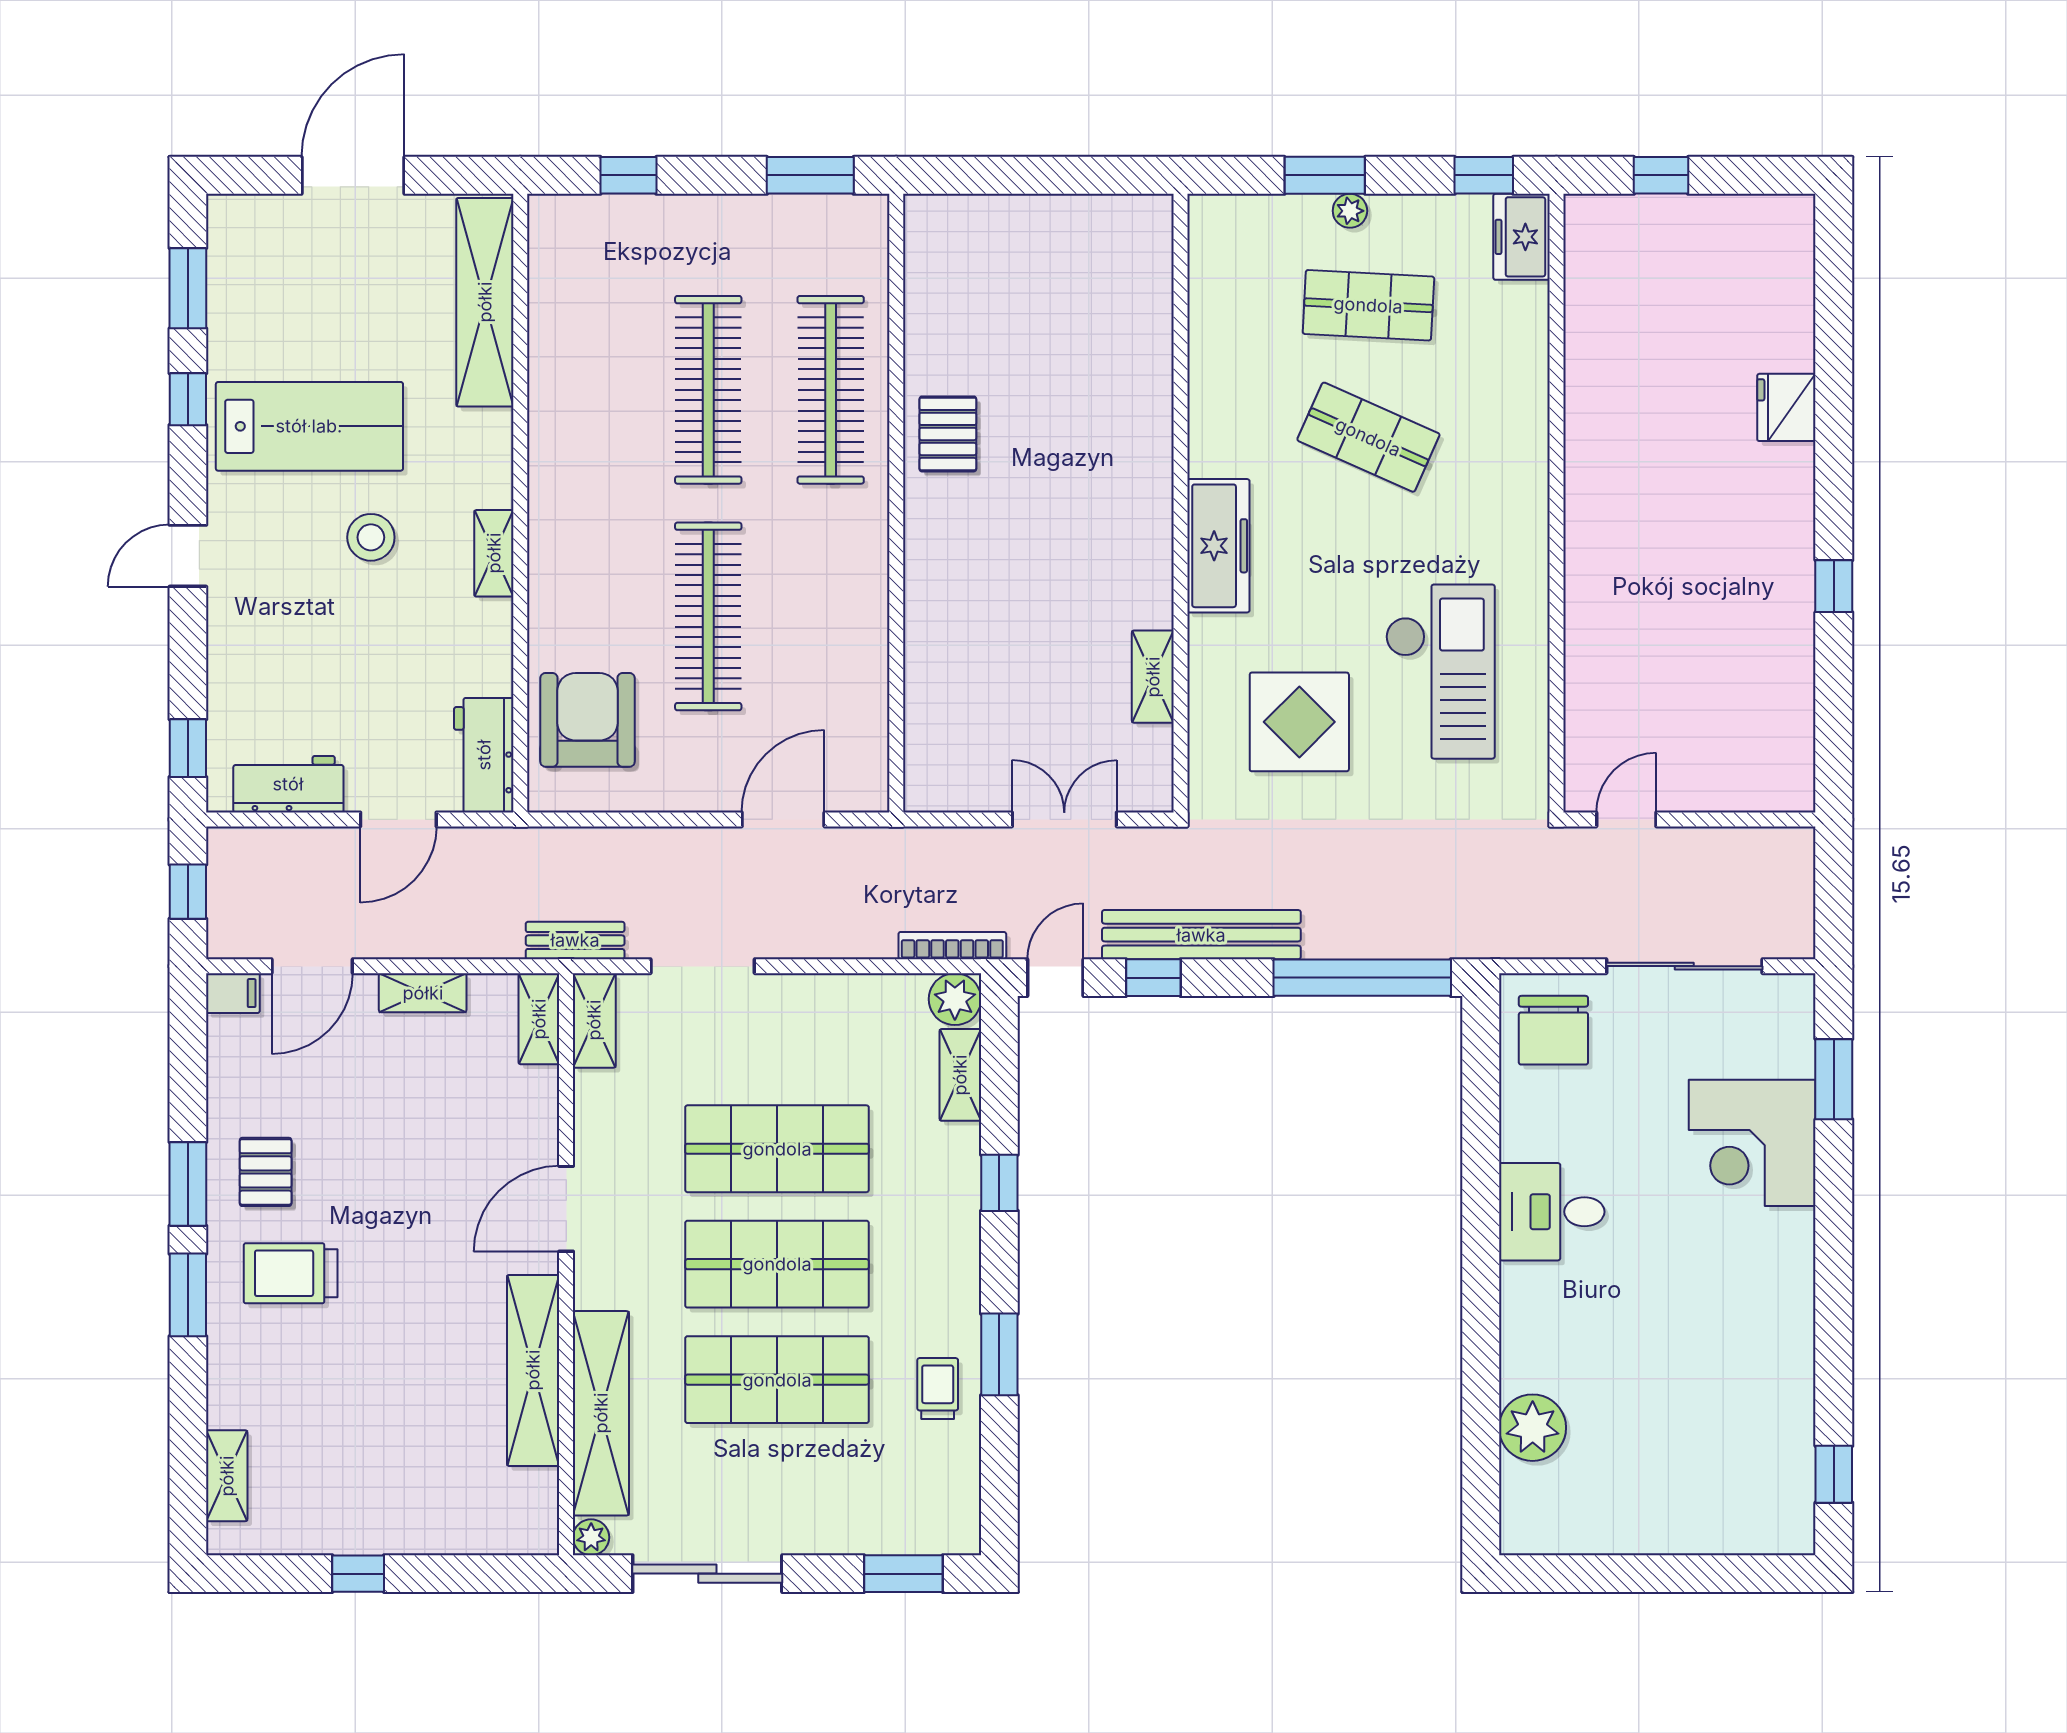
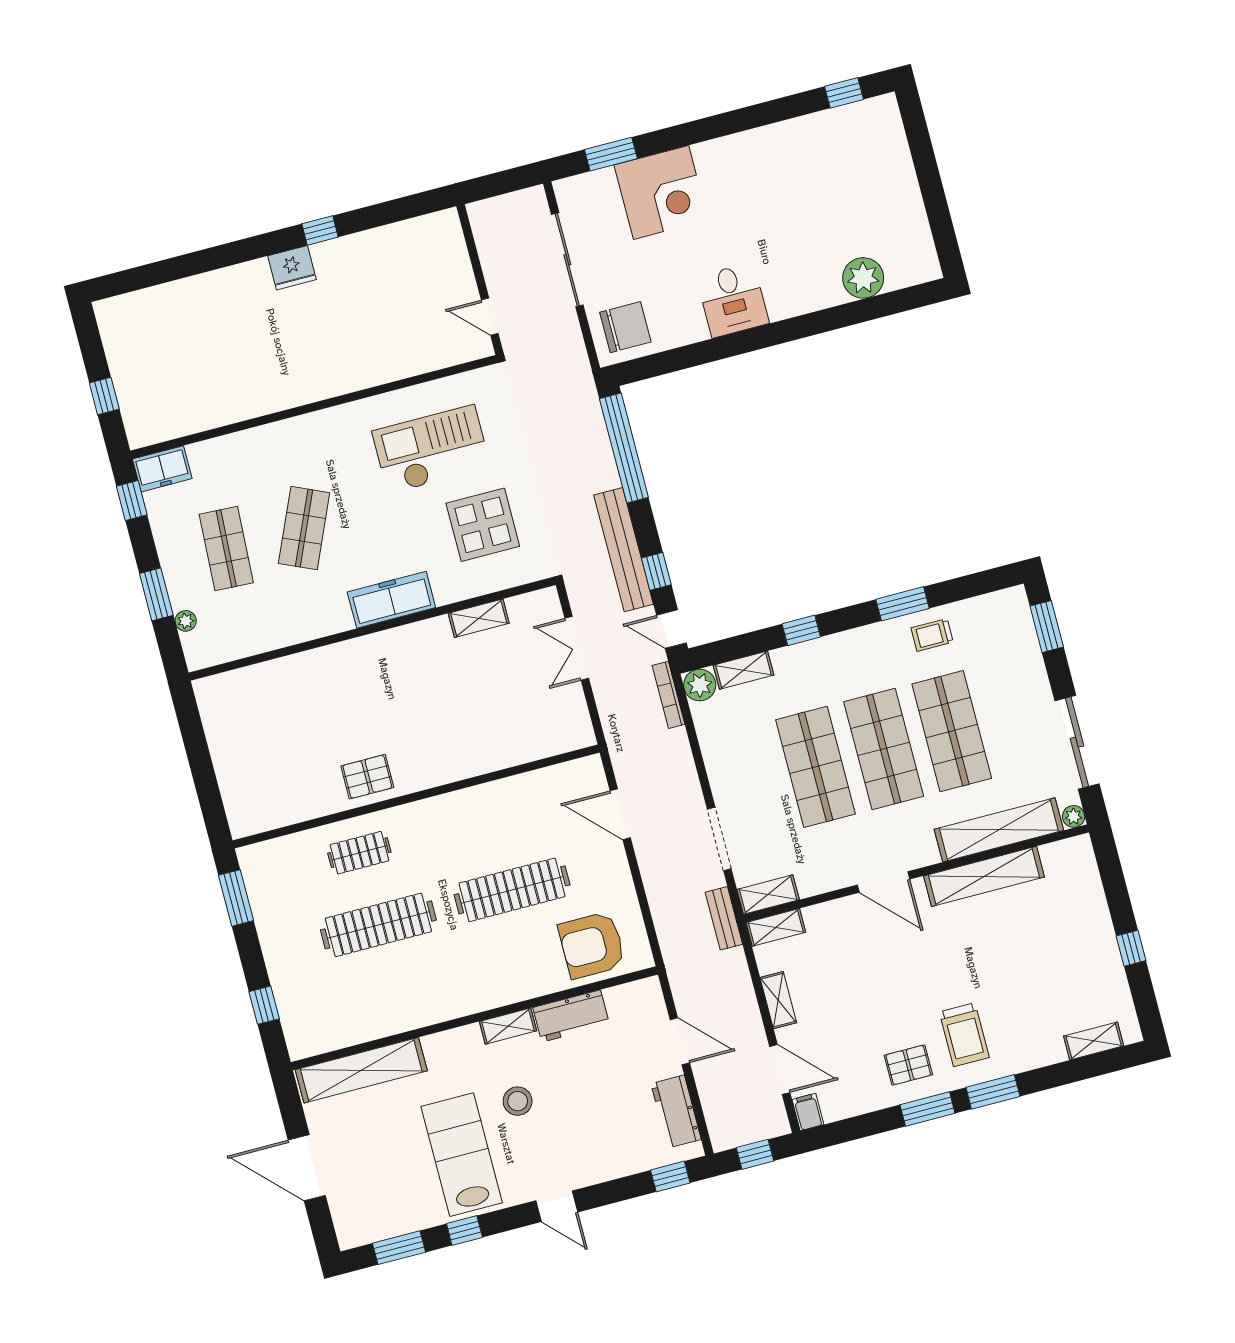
plant: (1350, 211) -> (186, 621), moved
clothes rail: (831, 390) -> (359, 853), width x0.54, depth x0.76
fridge: (1786, 407) -> (292, 268), moved
workbench: (484, 755) -> (571, 1016), moved

